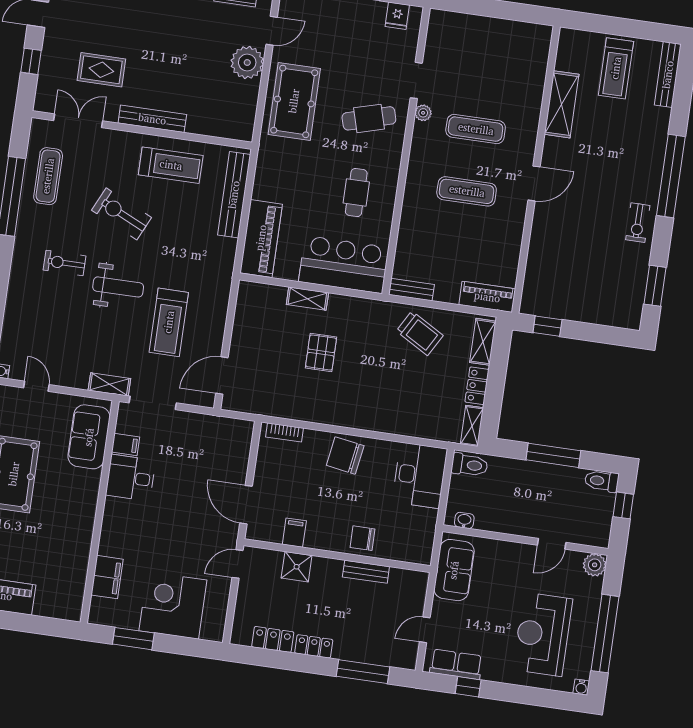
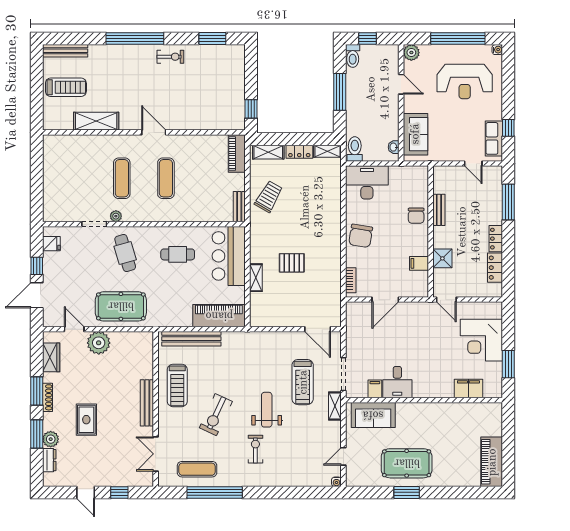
rug: (101, 70) -> (86, 420), moved
treadmill: (171, 165) -> (177, 385), turned 180
exercise bike: (64, 263) -> (255, 449), turned 180
treadmill: (169, 322) -> (303, 382), moved, turned 90
door: (246, 505) -> (385, 300), moved
sofa: (454, 570) -> (415, 134), moved, turned 90

